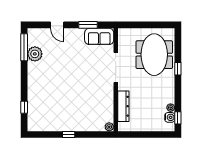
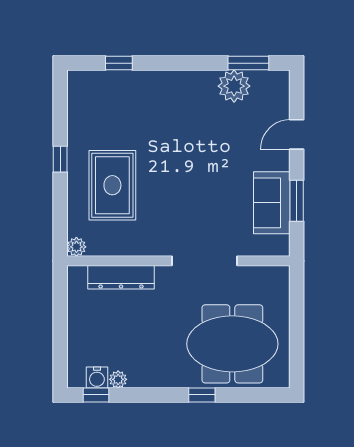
sofa: (99, 36) -> (272, 203), moved
window: (24, 47) -> (248, 63), width x0.69
rug: (81, 110) -> (112, 185), added

